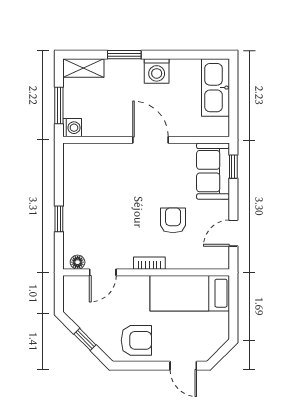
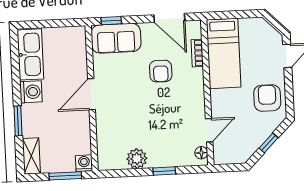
kitchen sink: (215, 88) -> (30, 54), moved, turned -90
plant: (74, 188) -> (137, 159), added
armchair: (173, 220) -> (161, 71), turned -90
door: (233, 233) -> (169, 18), width x1.38
bookcase: (149, 263) -> (197, 53), moved
door: (103, 272) -> (209, 130), hinge flipped

